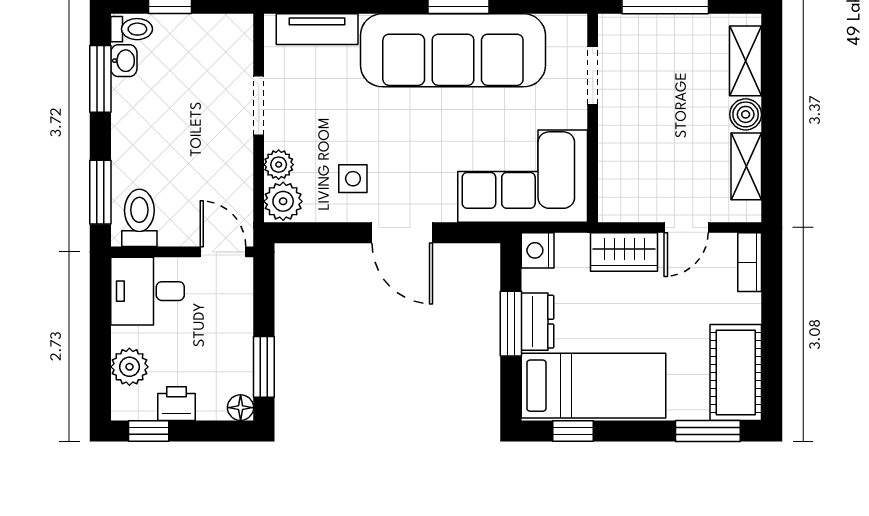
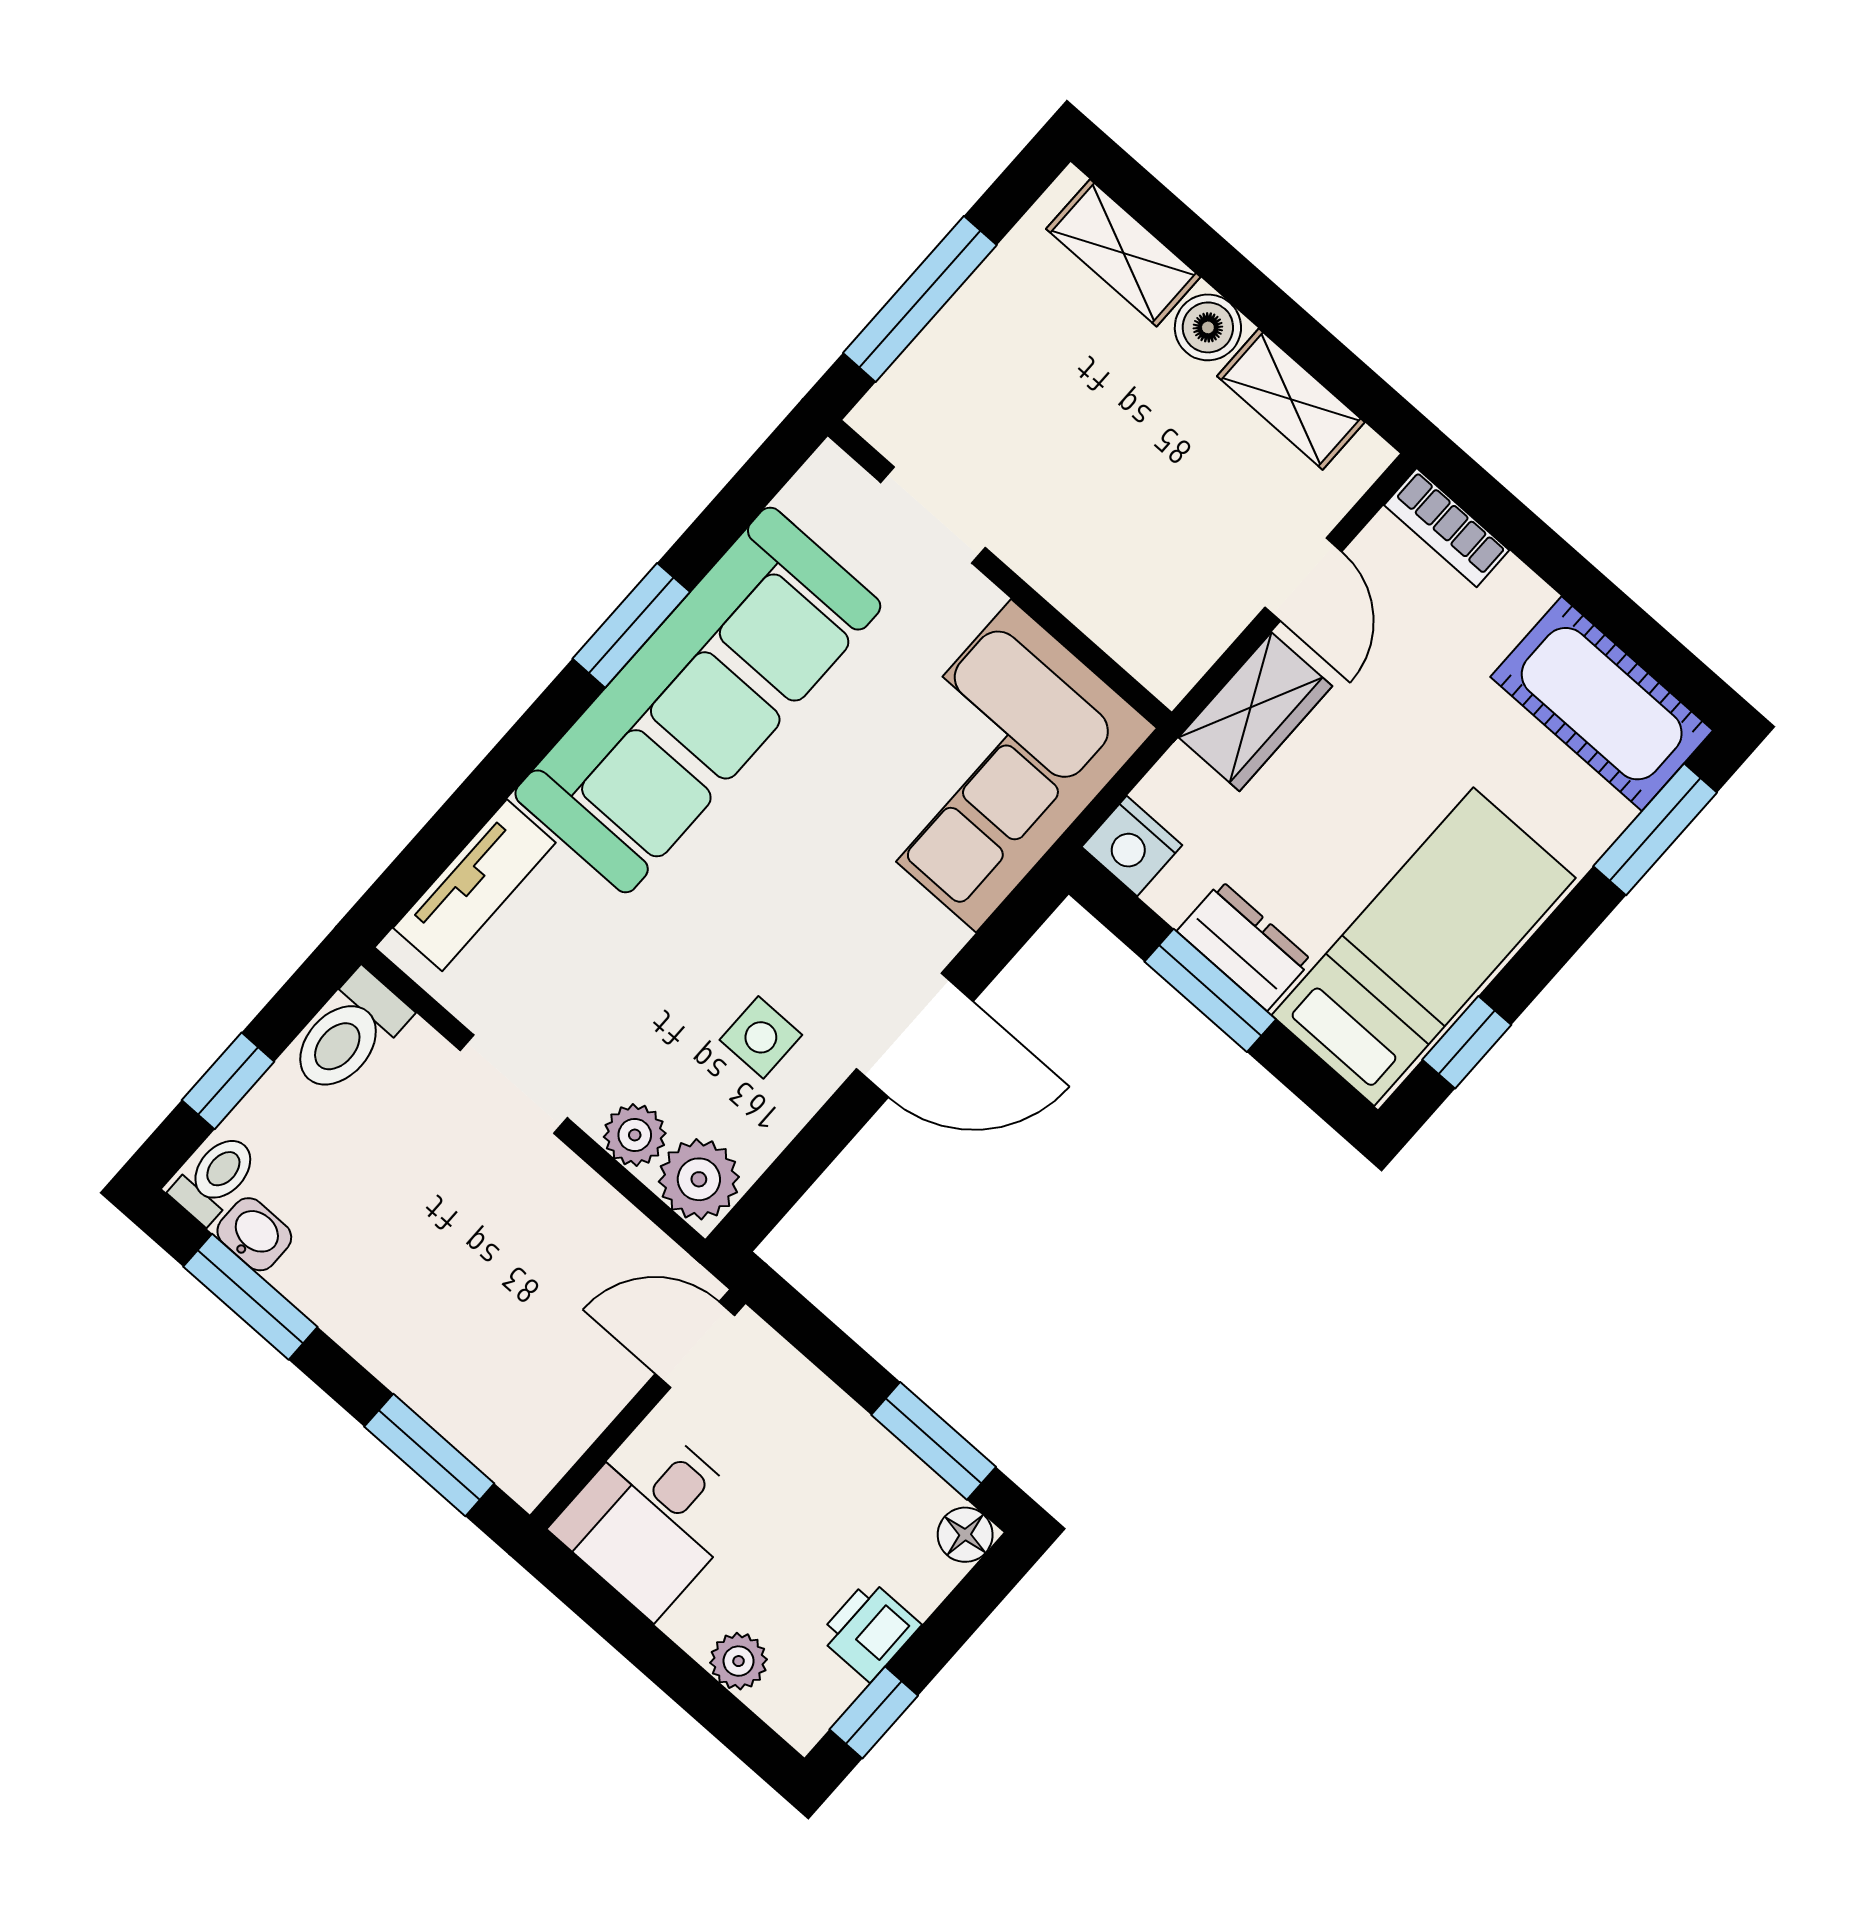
toilet: (139, 218) -> (348, 1034), moved, turned -90
plant: (129, 367) -> (739, 1661), width x0.73, depth x0.73

